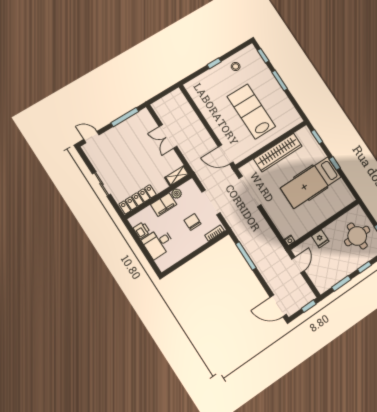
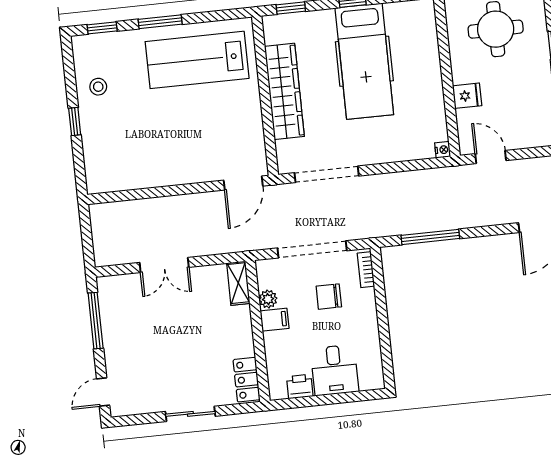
lab bench: (251, 111) -> (197, 60), moved
locker: (138, 199) -> (247, 380), width x0.66
doorway: (211, 203) -> (312, 249), width x1.36
filing cabinet: (164, 205) -> (275, 320), width x0.50

